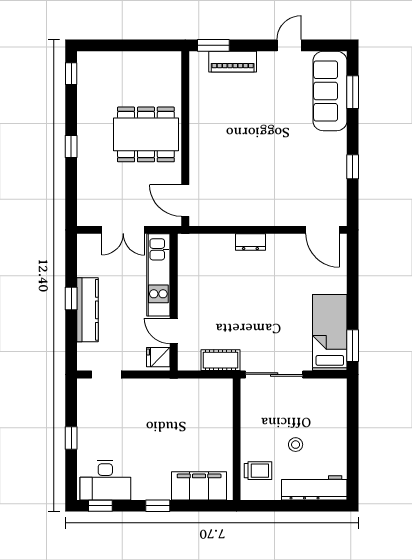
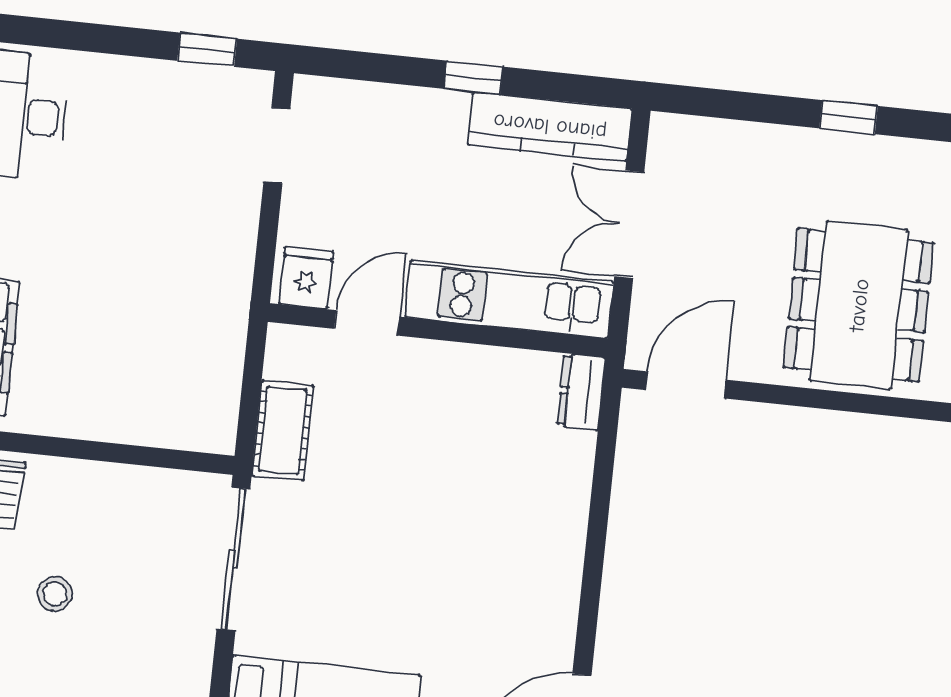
dresser: (250, 242) -> (581, 392), moved
kitchen counter: (87, 310) -> (550, 127), moved
window: (71, 438) -> (207, 50), moved

